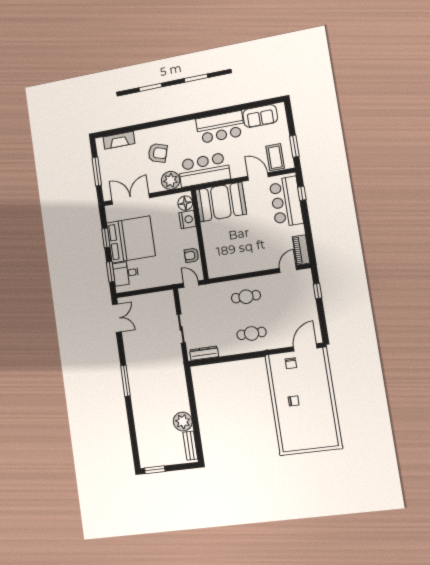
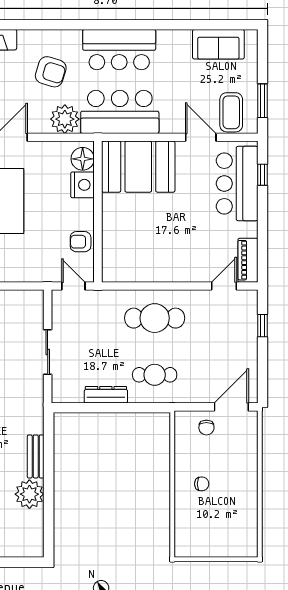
bar counter: (220, 127) -> (119, 50), moved
cafe table: (246, 297) -> (155, 318), width x1.37, depth x1.35
dresser: (204, 353) -> (106, 395), moved
bench: (190, 446) -> (36, 456), moved

